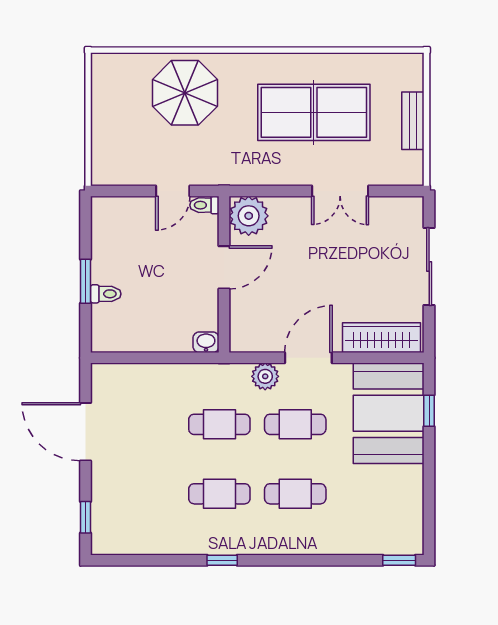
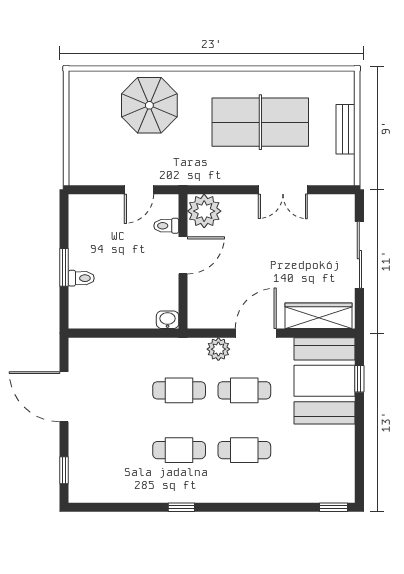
toilet: (204, 205) -> (166, 226), moved

